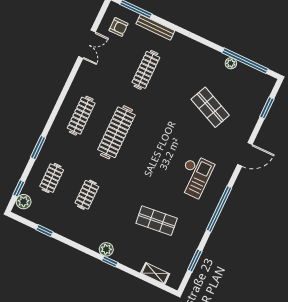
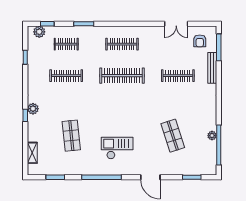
shop shelf: (210, 107) -> (173, 136), turned -42
checkout: (195, 176) -> (117, 148), turned 180
clothes rail: (87, 195) -> (66, 76), width x1.36

